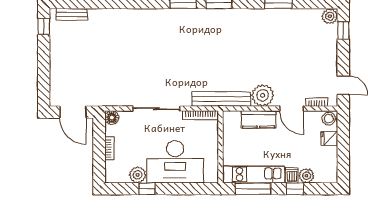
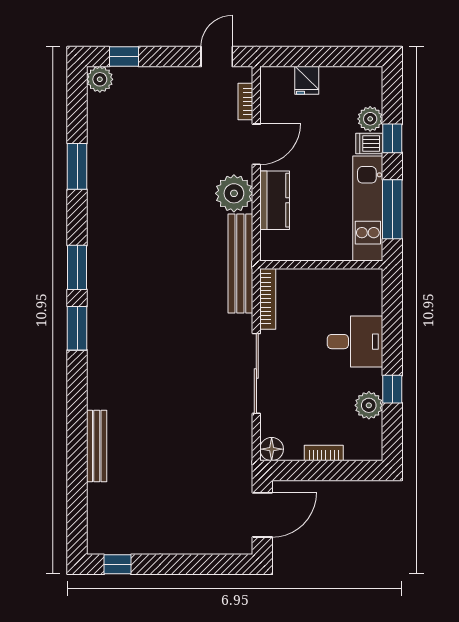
bench: (72, 14) -> (97, 446), moved, width x1.36
stool: (329, 119) -> (273, 81), removed
desk: (175, 162) -> (355, 342), width x0.53, depth x0.77

